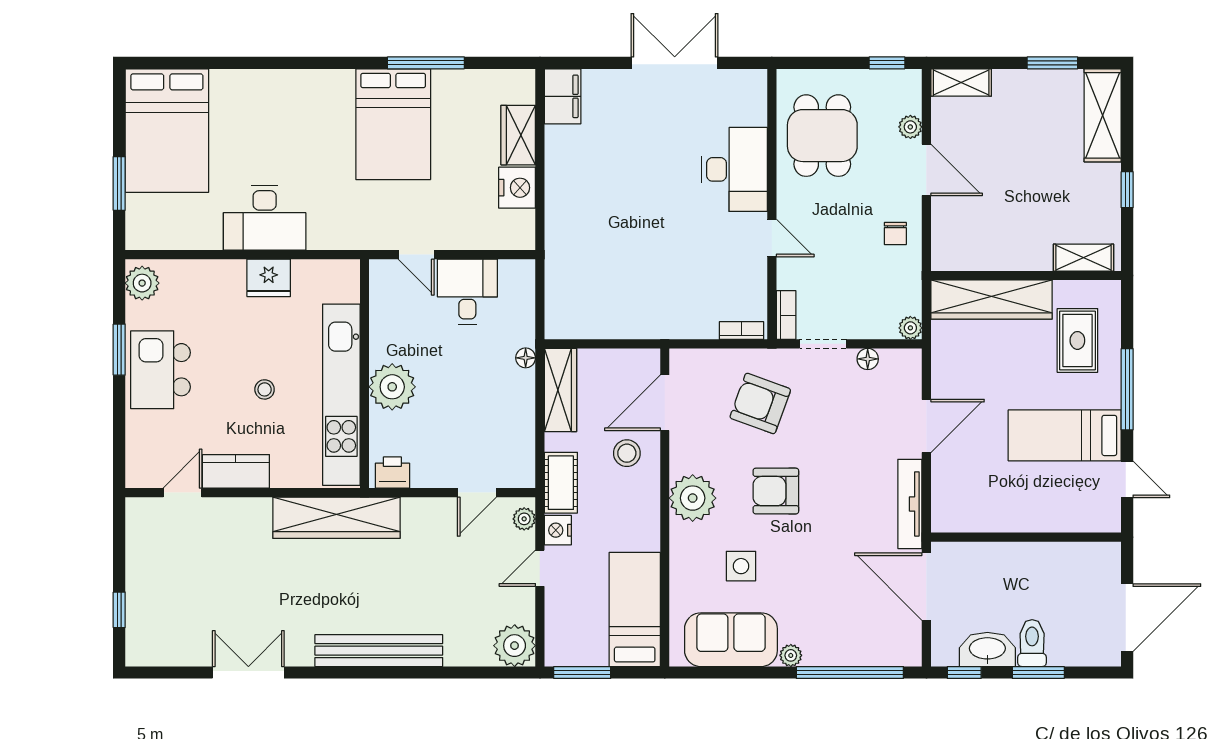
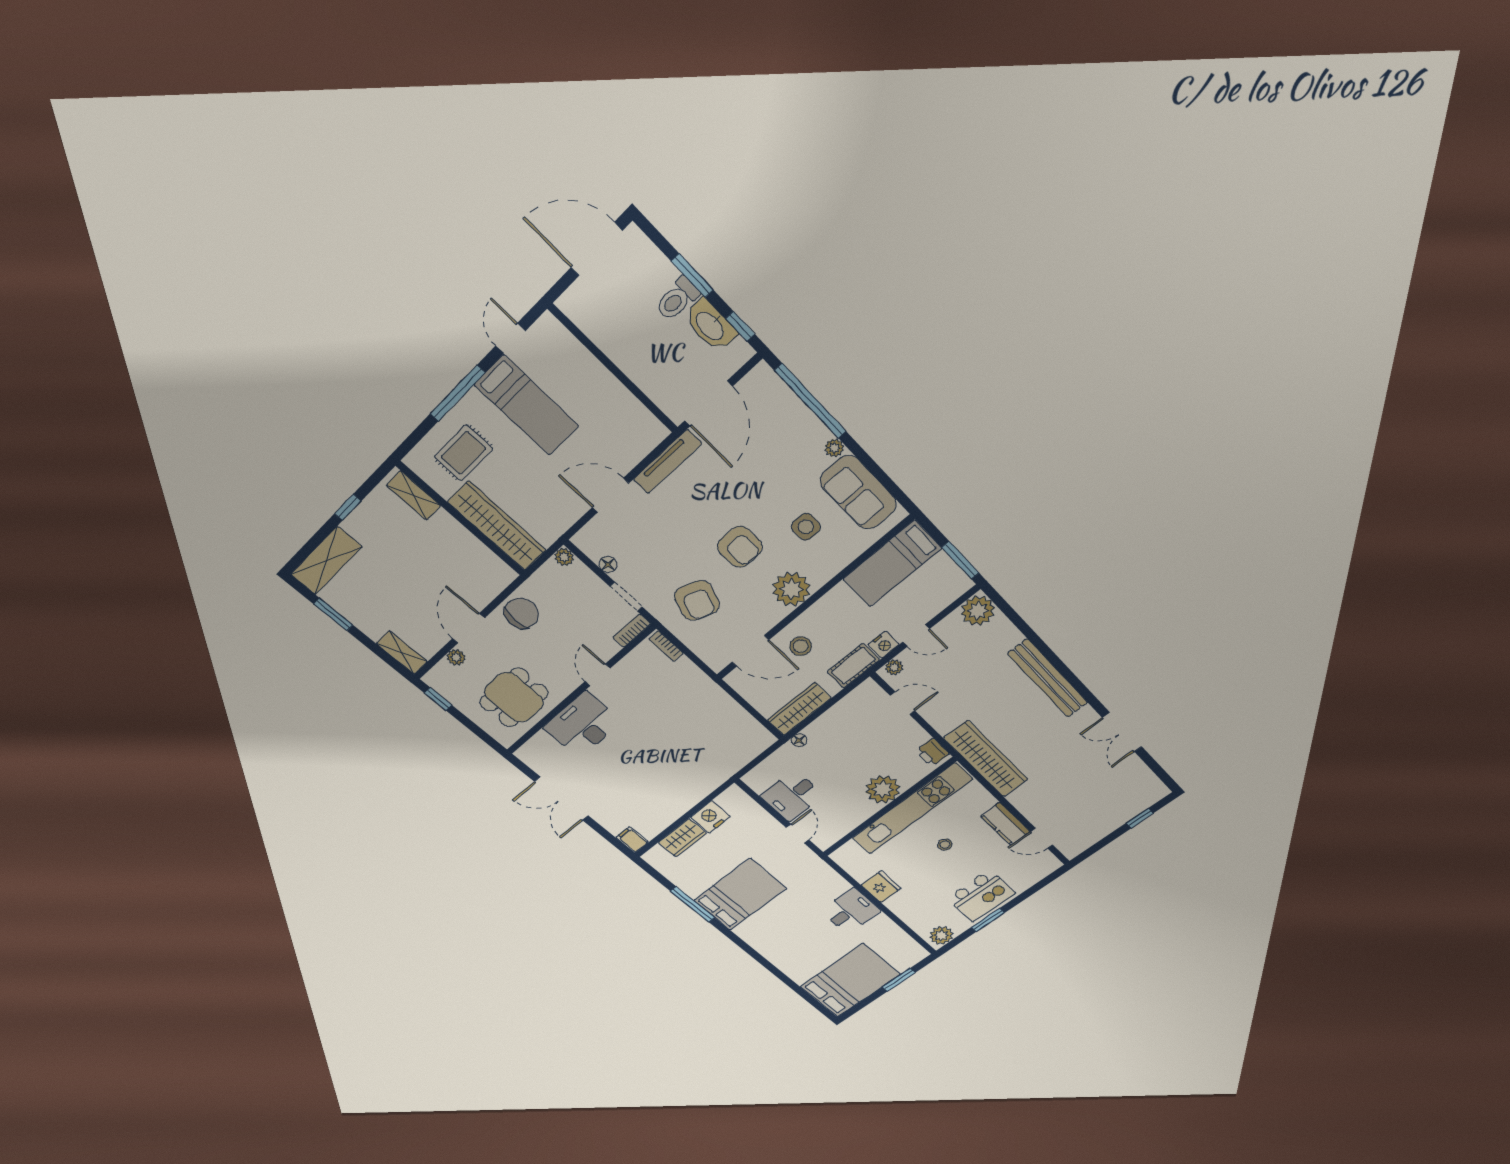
filing cabinet: (563, 96) -> (632, 840), width x0.50
desk: (265, 218) -> (851, 911), width x0.73
chair: (895, 233) -> (522, 613), width x1.87, depth x1.87

